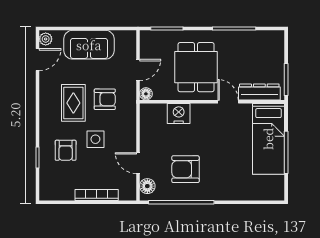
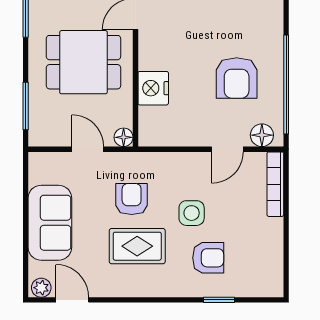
bookcase: (97, 195) -> (275, 184), moved

